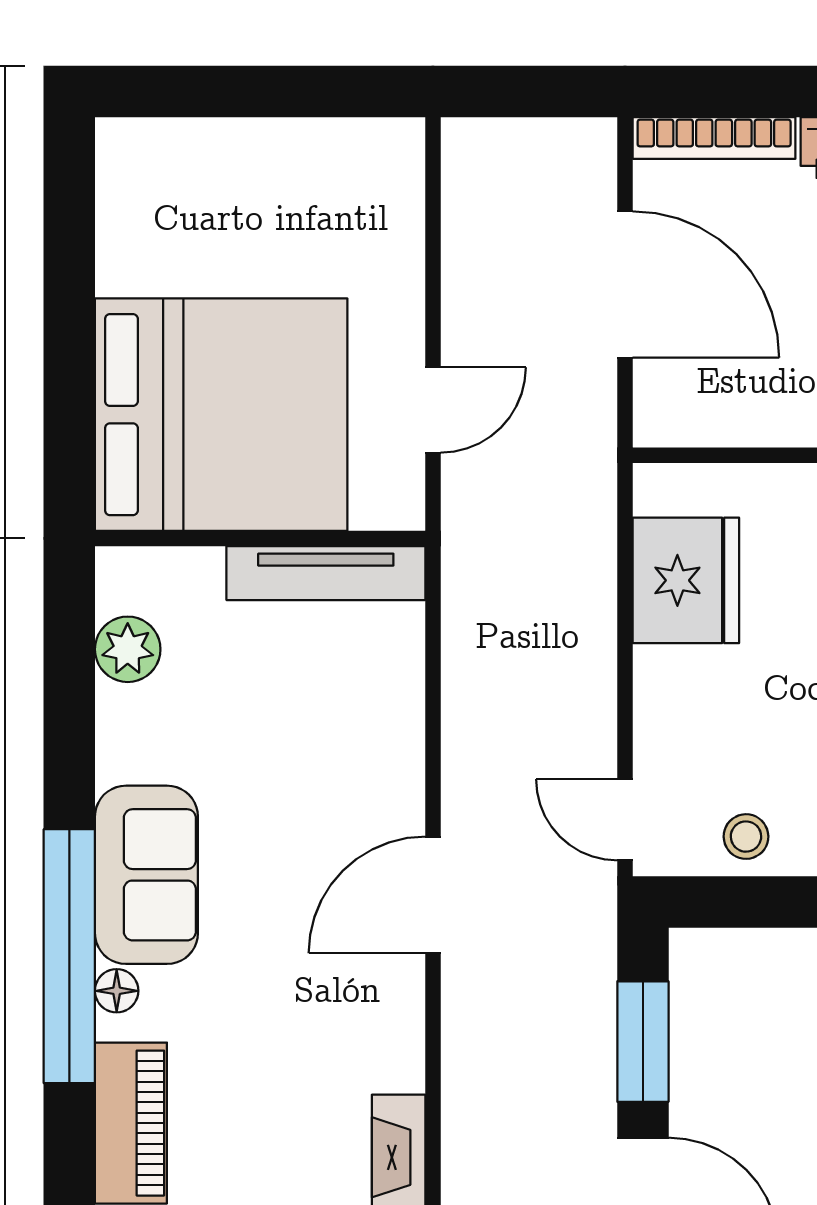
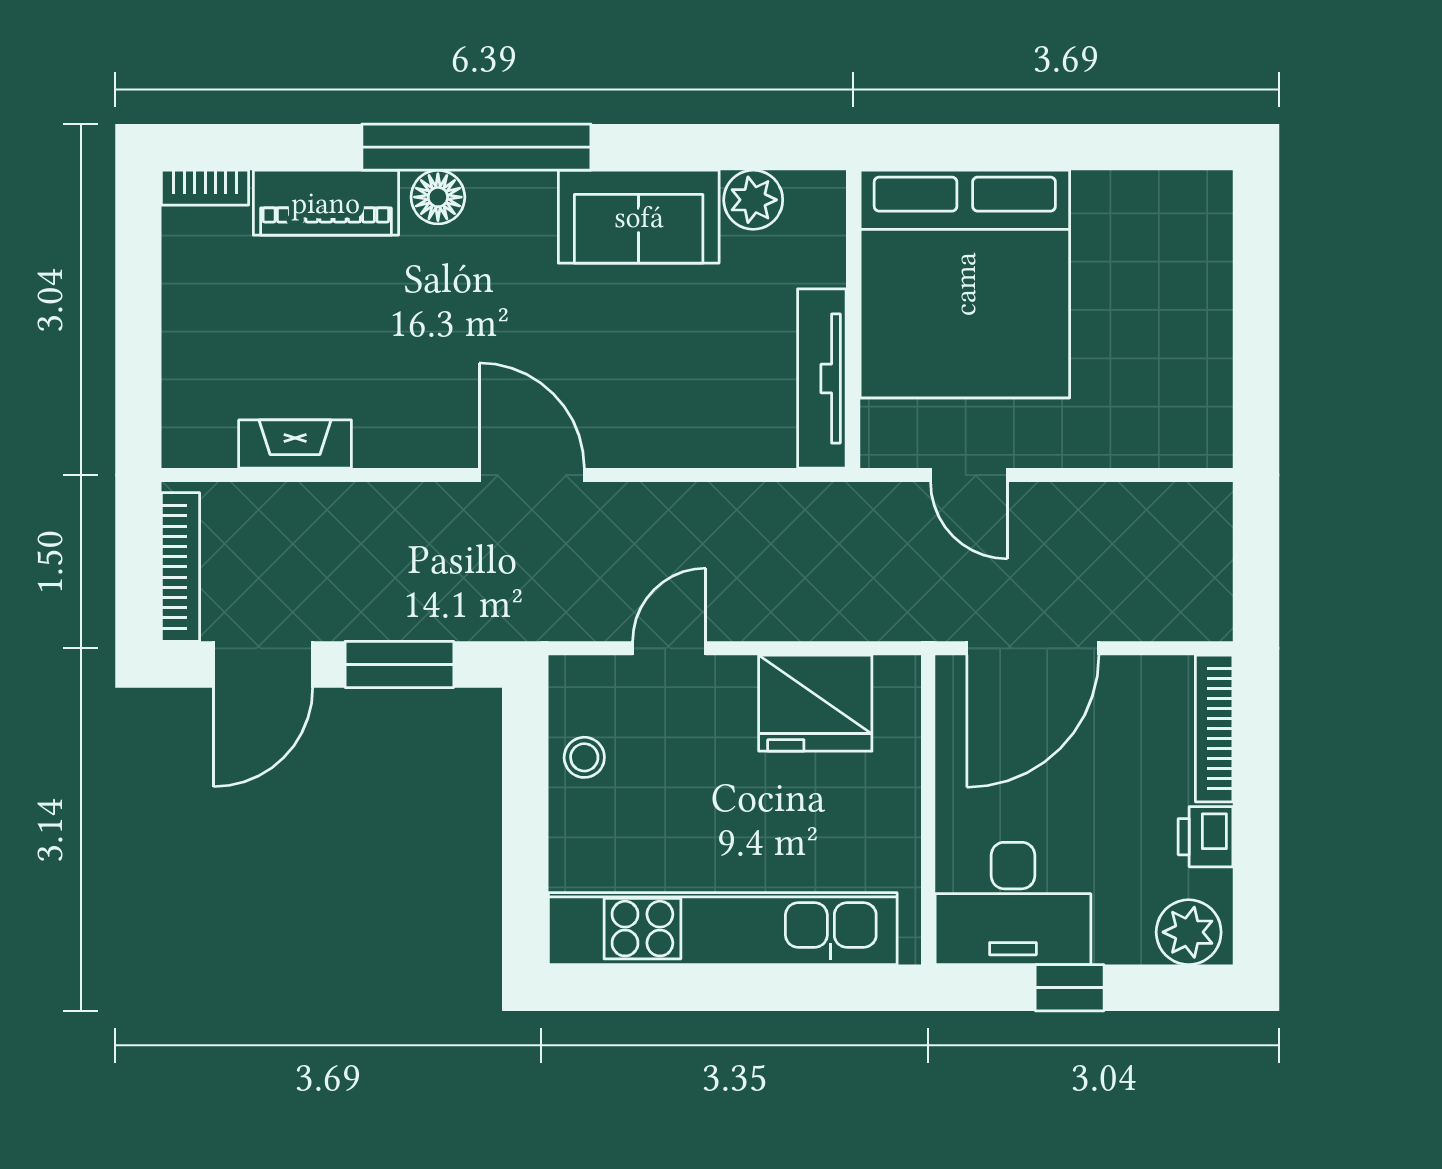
door: (625, 284) -> (1033, 648), moved
door: (625, 820) -> (669, 648), moved
sofa: (146, 875) -> (639, 217), moved
floor lamp: (117, 991) -> (438, 197), width x1.37, depth x1.37

